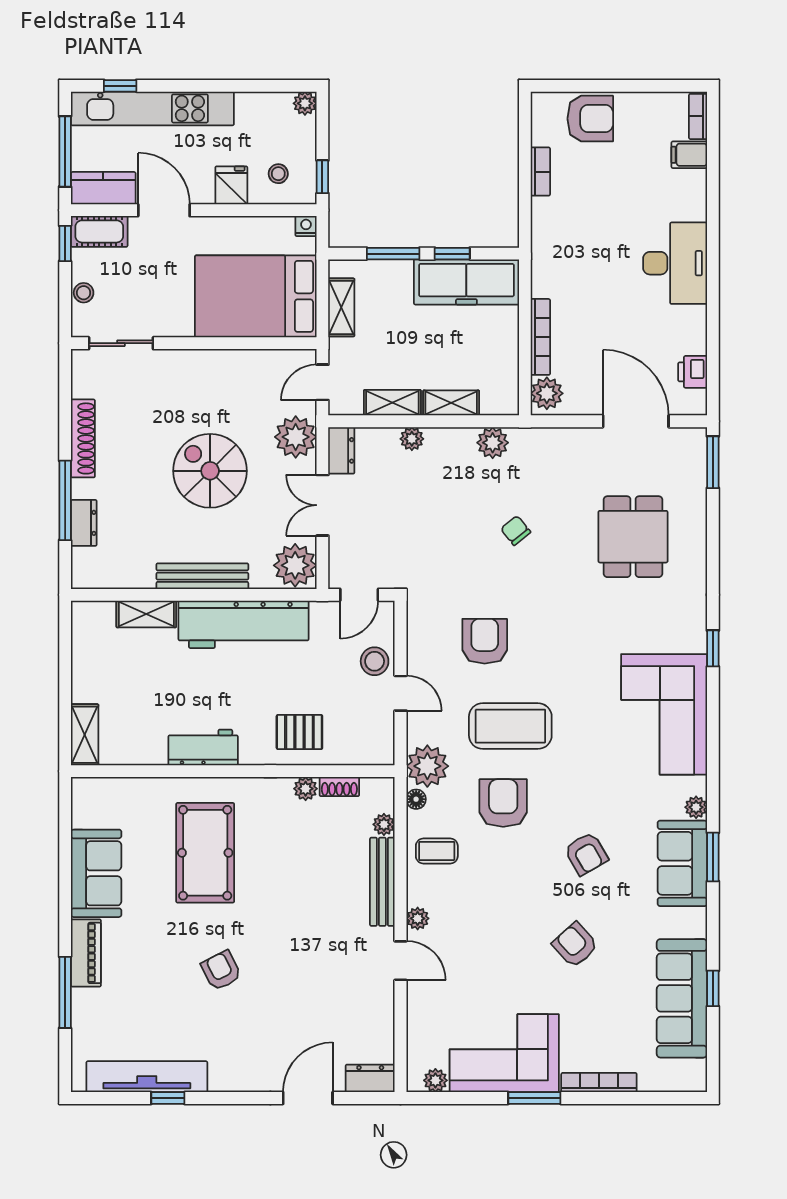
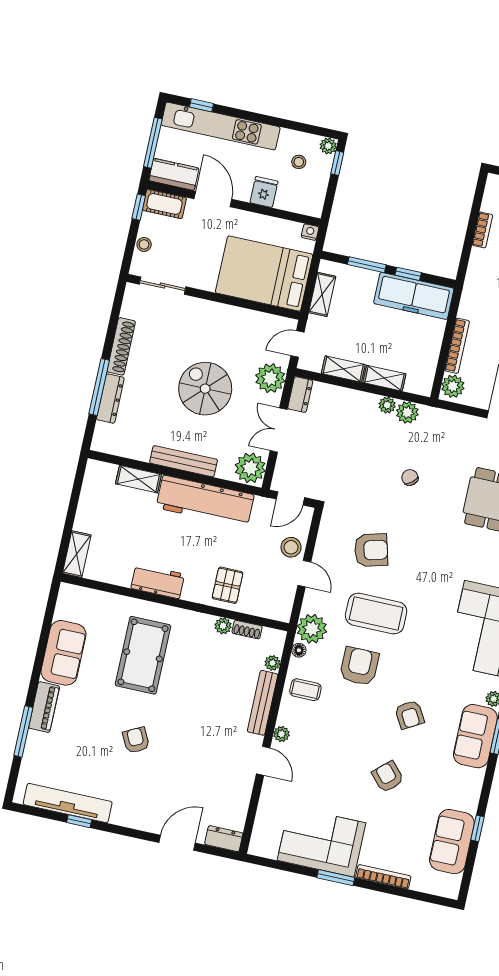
stool: (278, 174) -> (299, 162), moved
window: (322, 177) -> (337, 163), moved
plant: (412, 439) -> (387, 405), moved
dresser: (84, 523) -> (110, 399), width x1.44
armchair: (485, 641) -> (371, 550), turned 75
pallet: (299, 732) -> (228, 585), turned 90
sofa: (682, 998) -> (452, 842), width x0.73
plant: (435, 1080) -> (269, 850), removed

